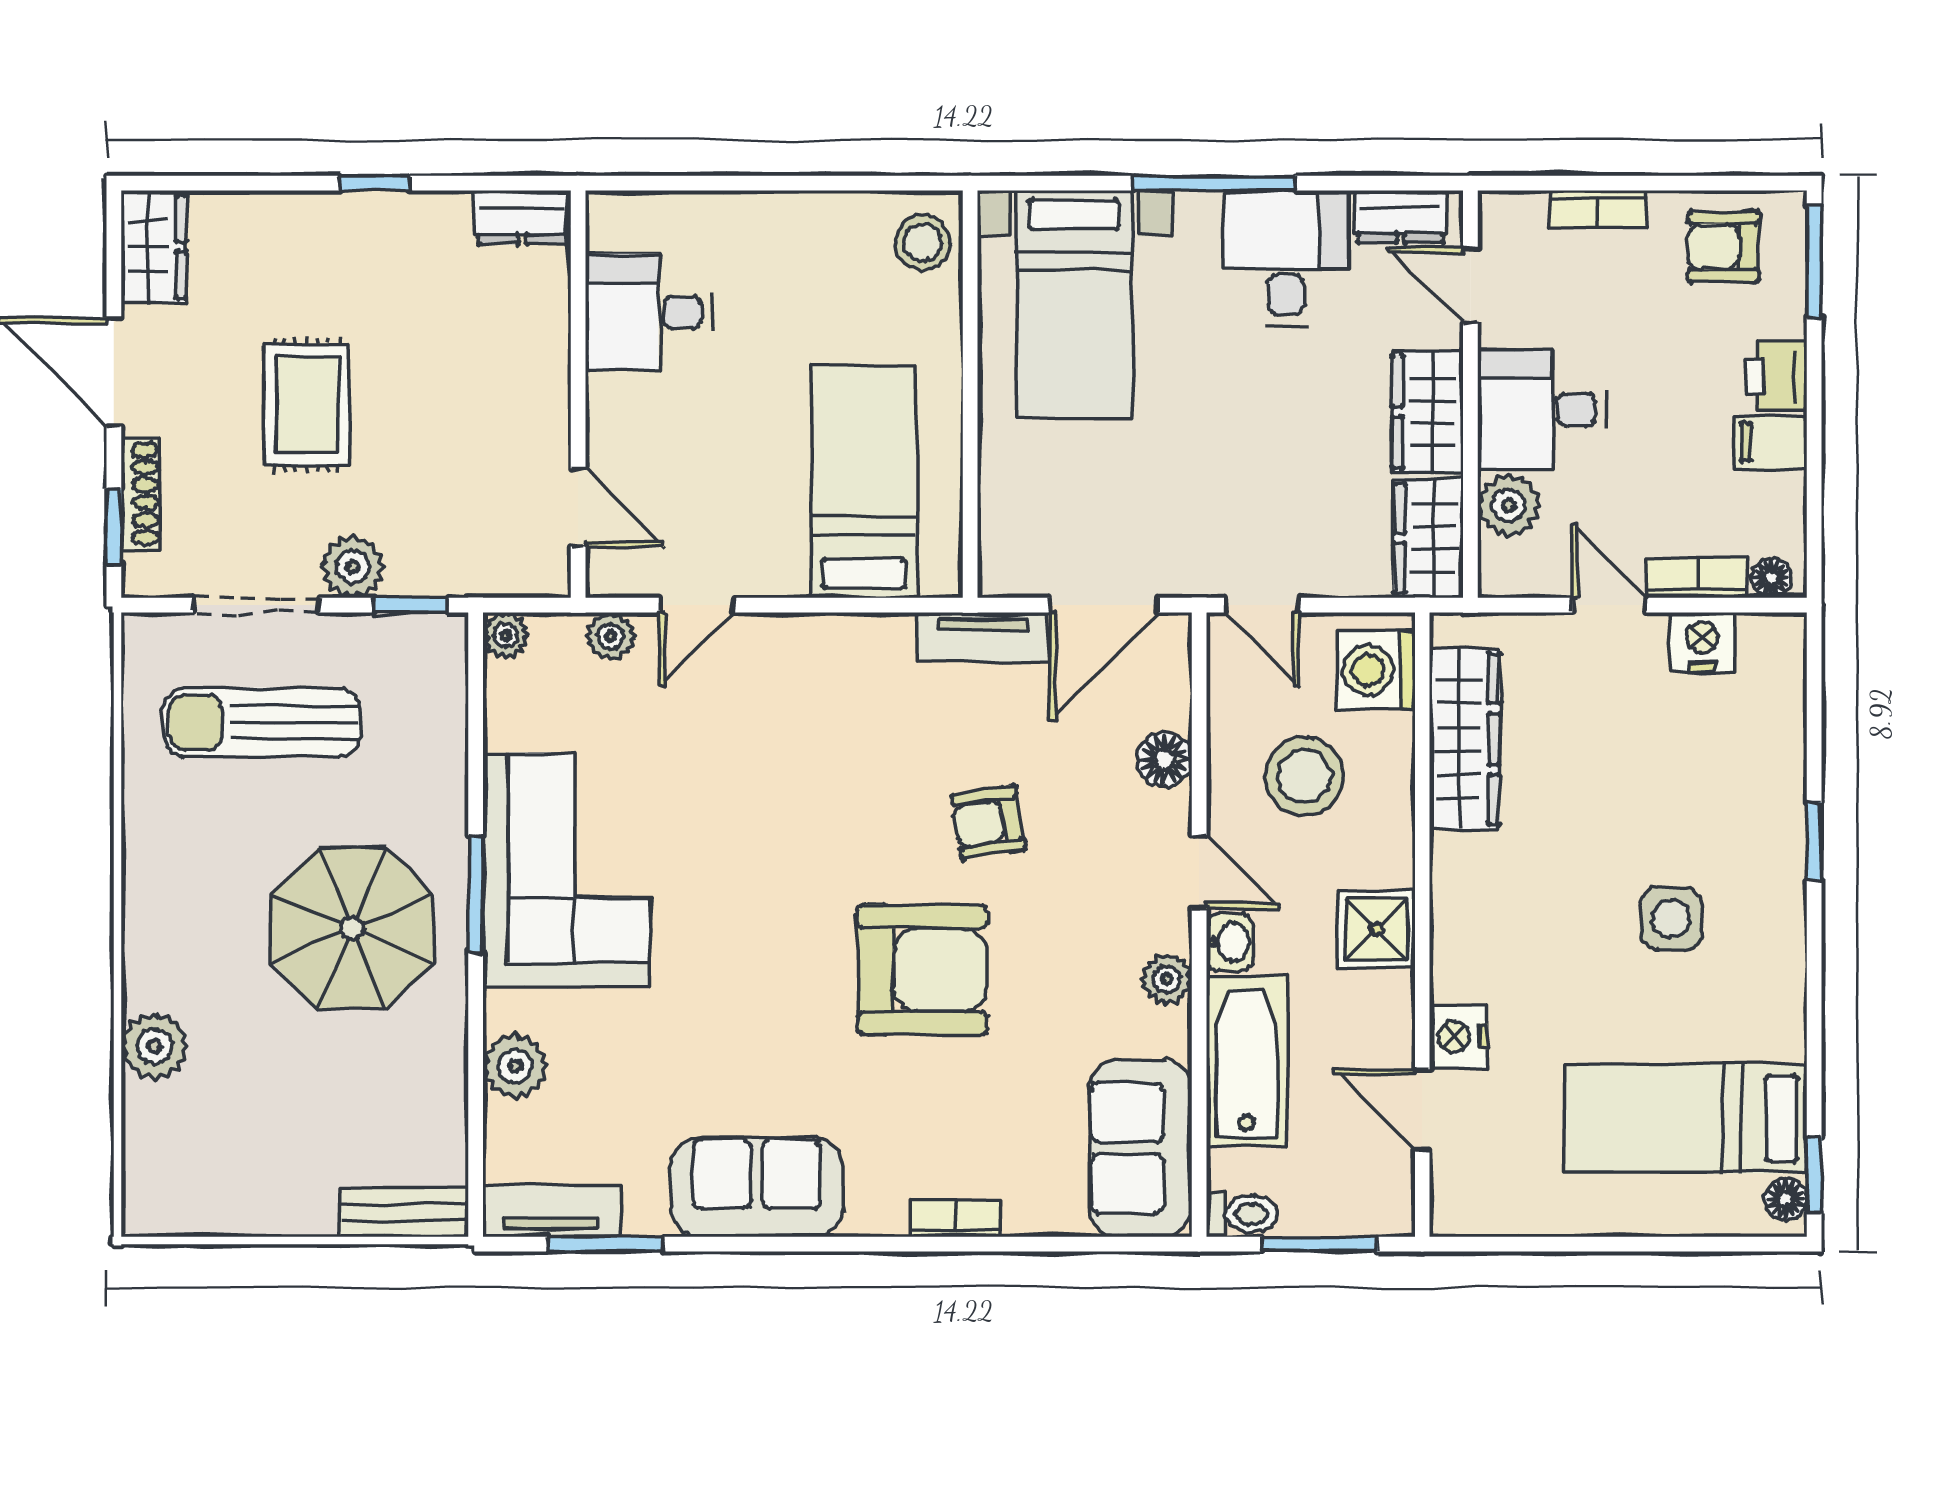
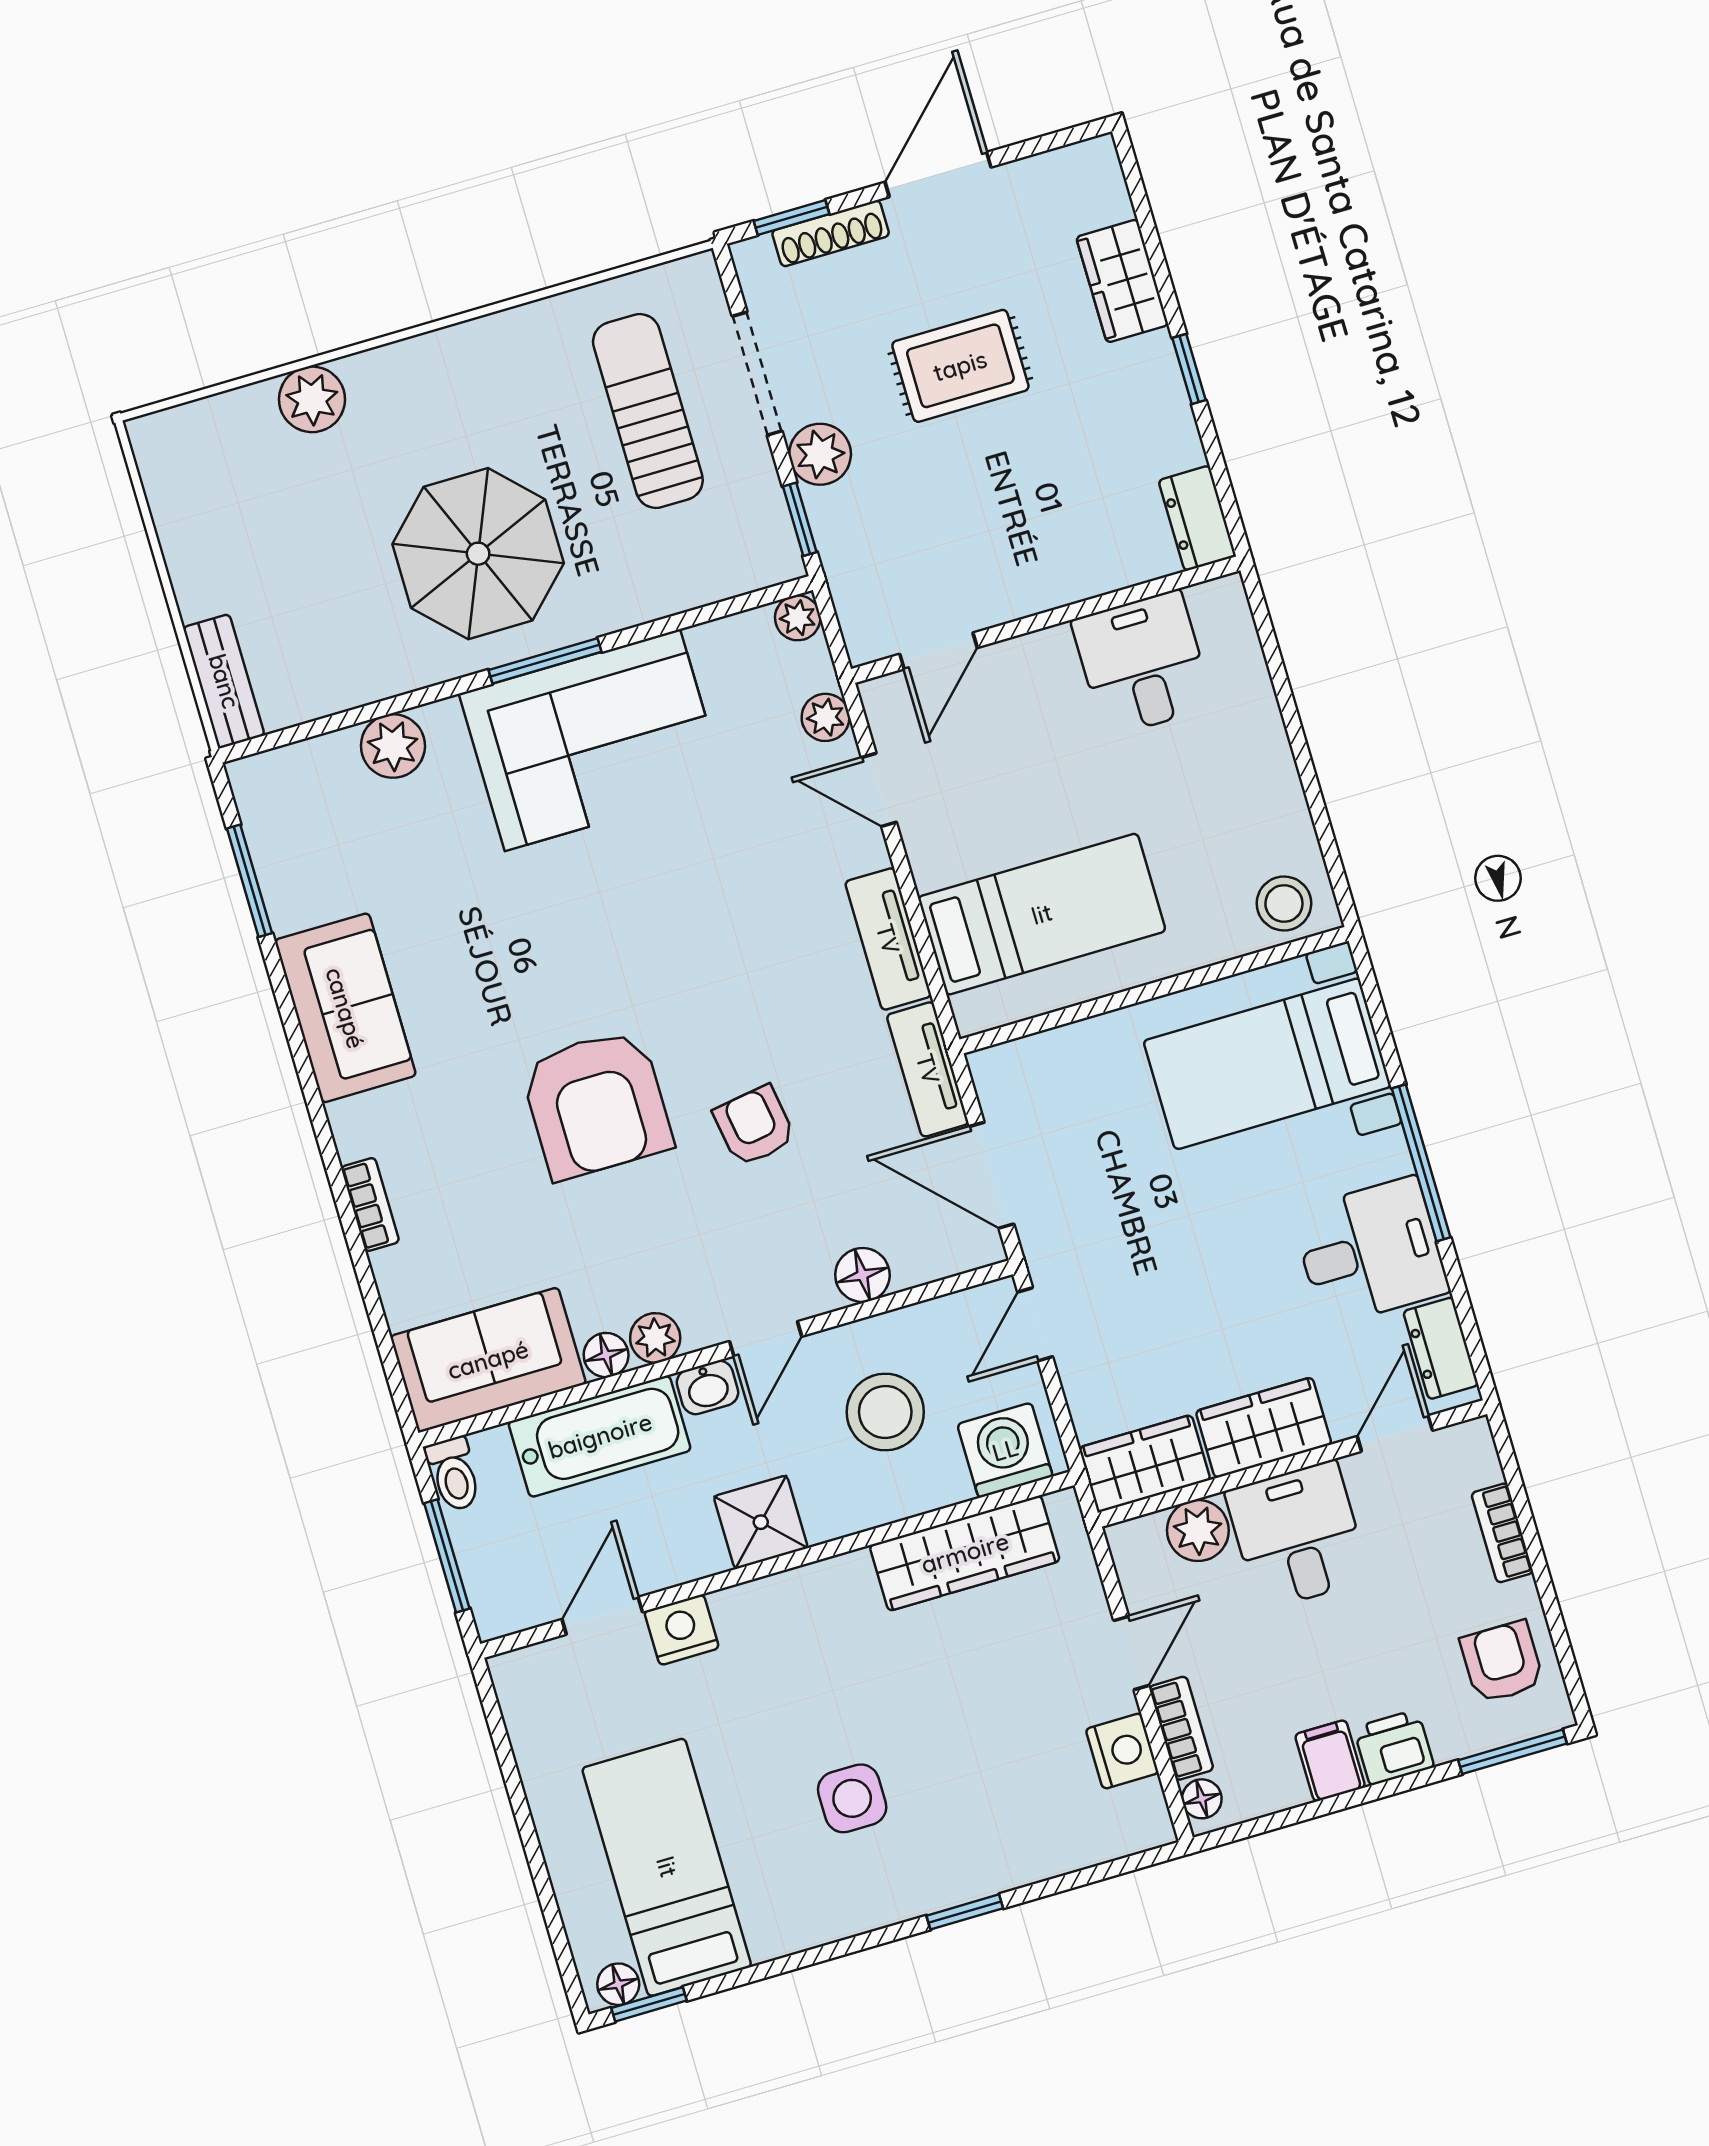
wardrobe: (154, 247) -> (1122, 281), moved, turned 90
floor lamp: (1169, 1032) -> (606, 1355), added
tv unit: (551, 1211) -> (888, 939), moved, turned 180

